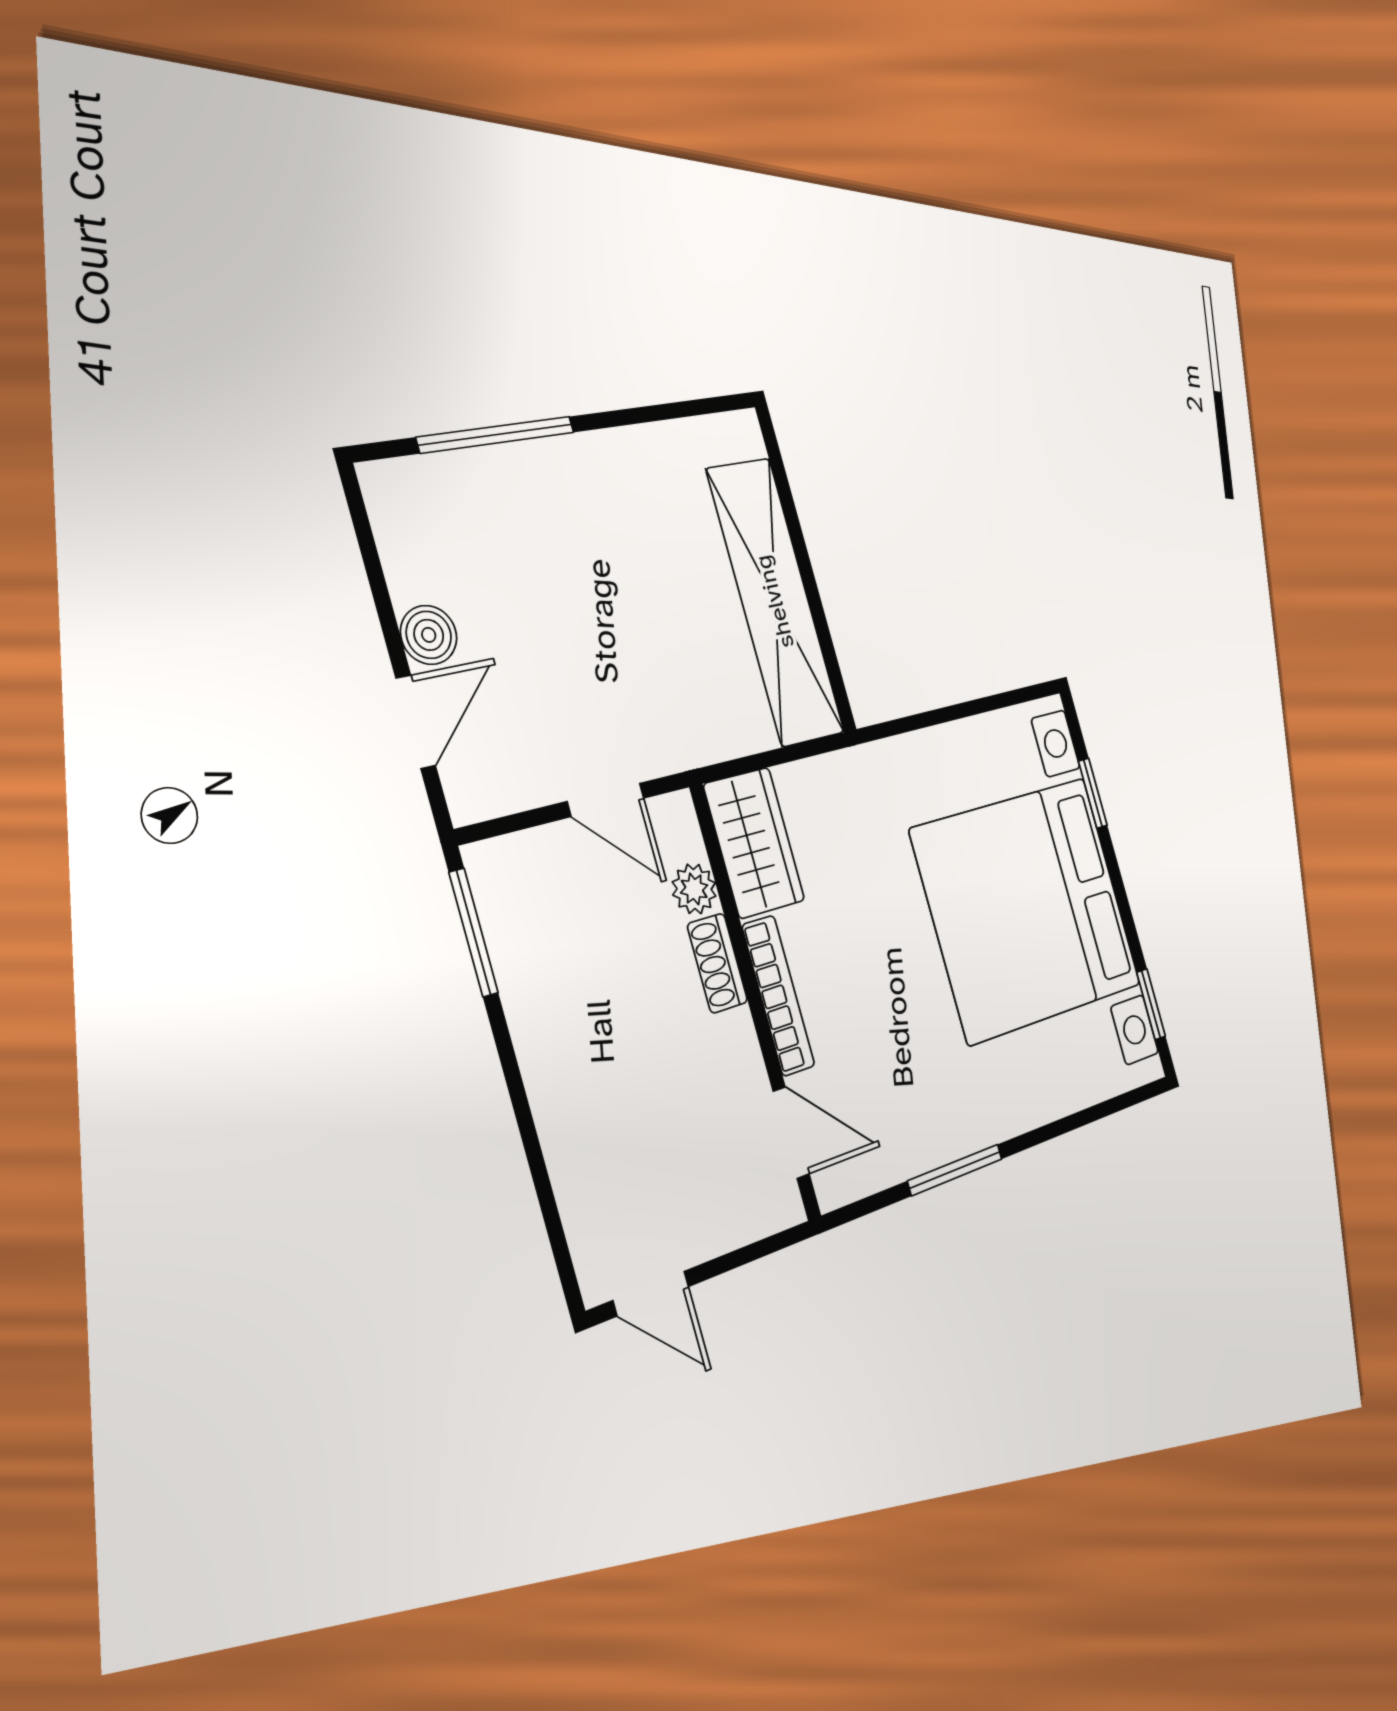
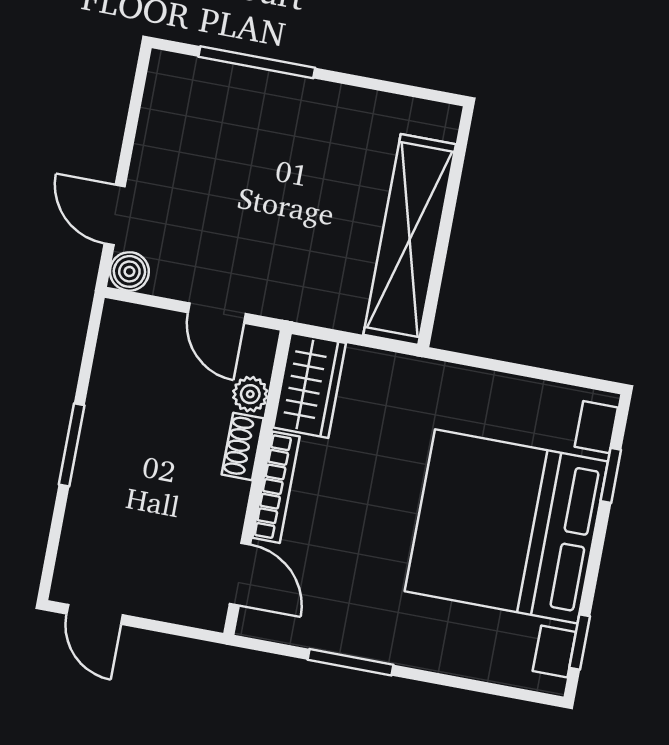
boiler: (429, 635) -> (129, 271), moved
door: (416, 722) -> (115, 215), swing flipped
window: (473, 933) -> (72, 445), moved

